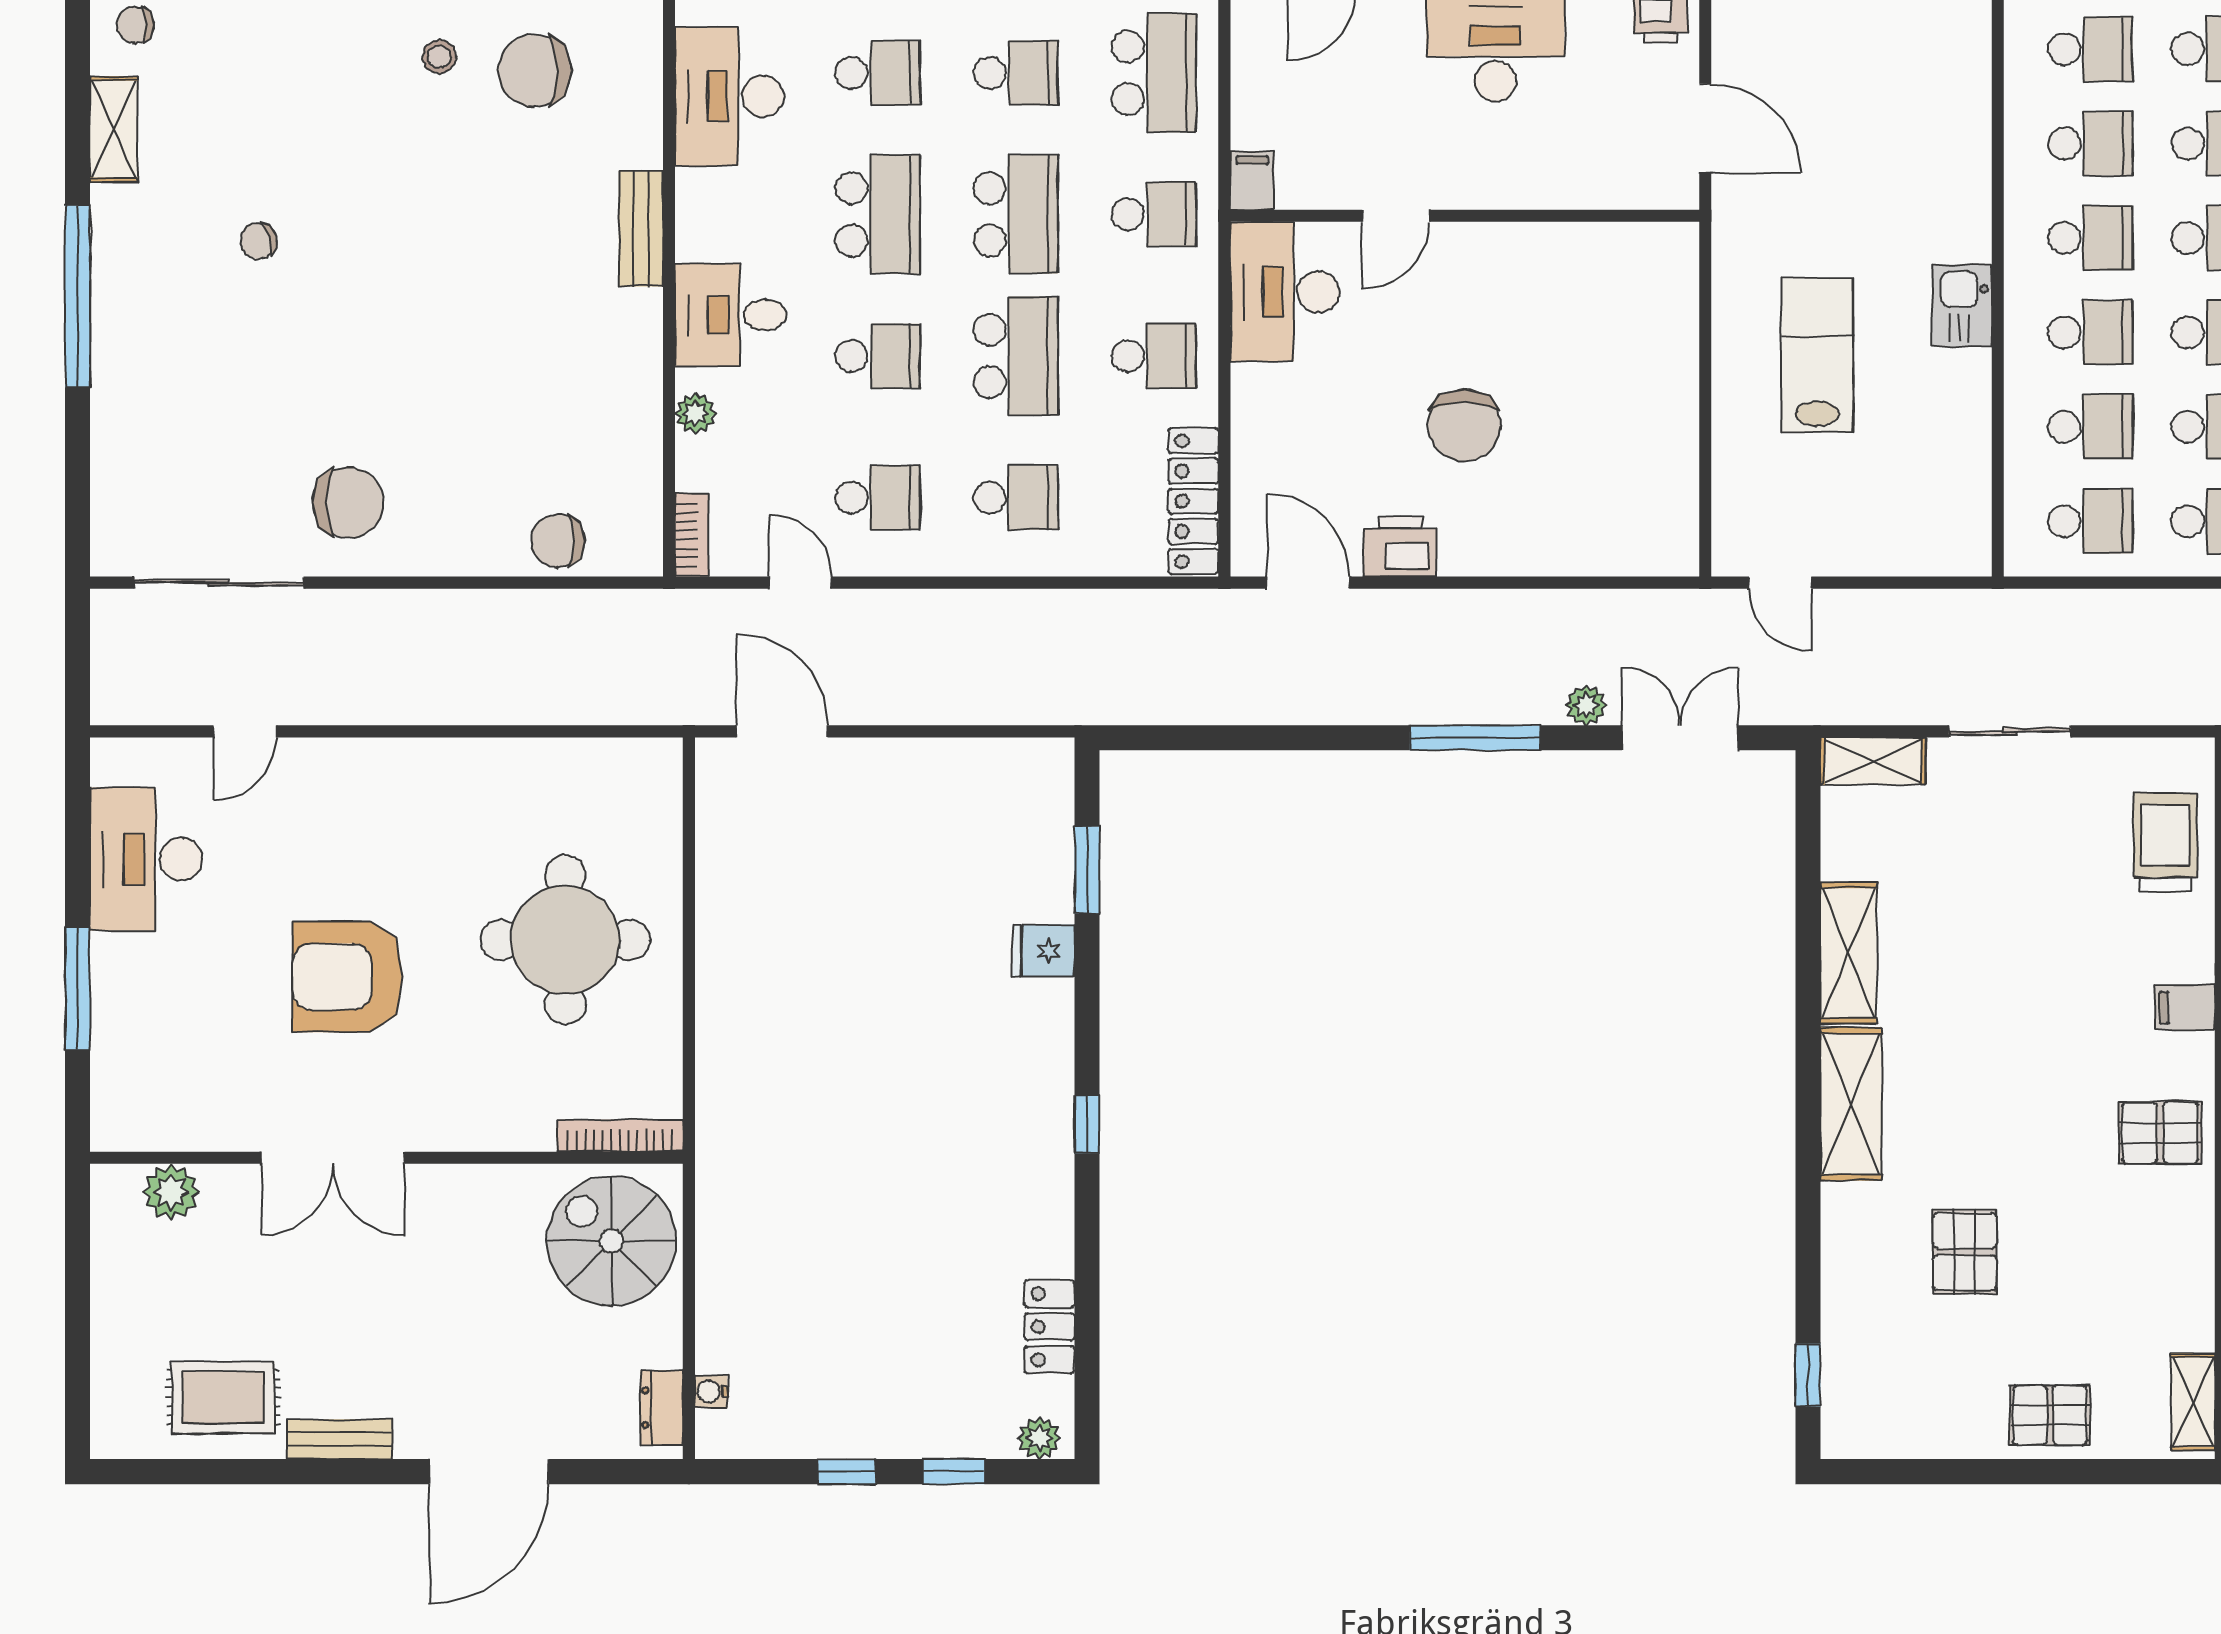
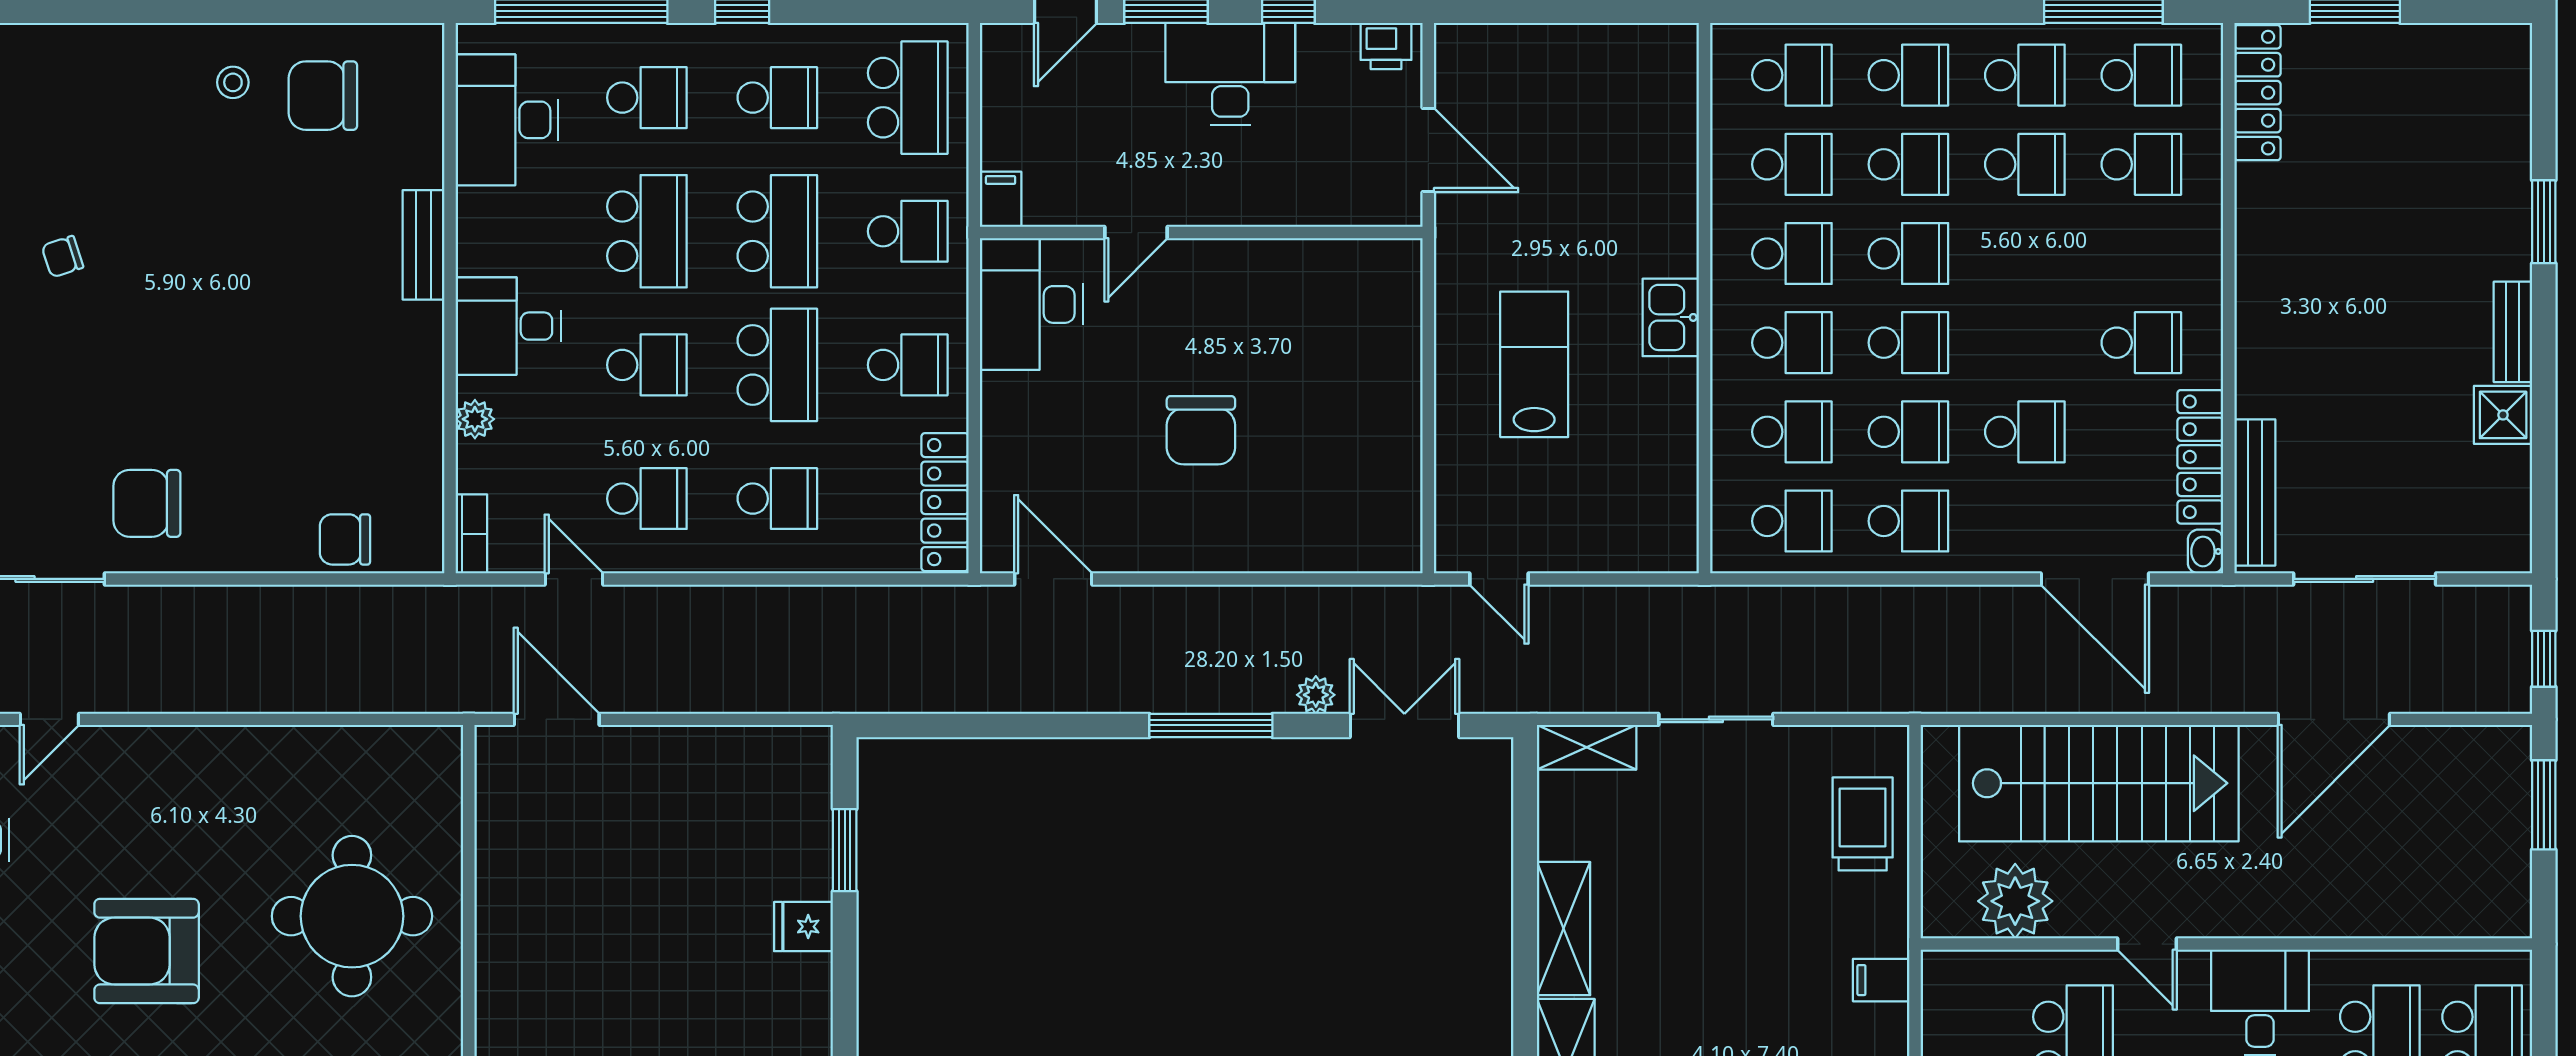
chair: (348, 503) -> (147, 503), turned 180
printer: (1400, 546) -> (1140, 545), removed

